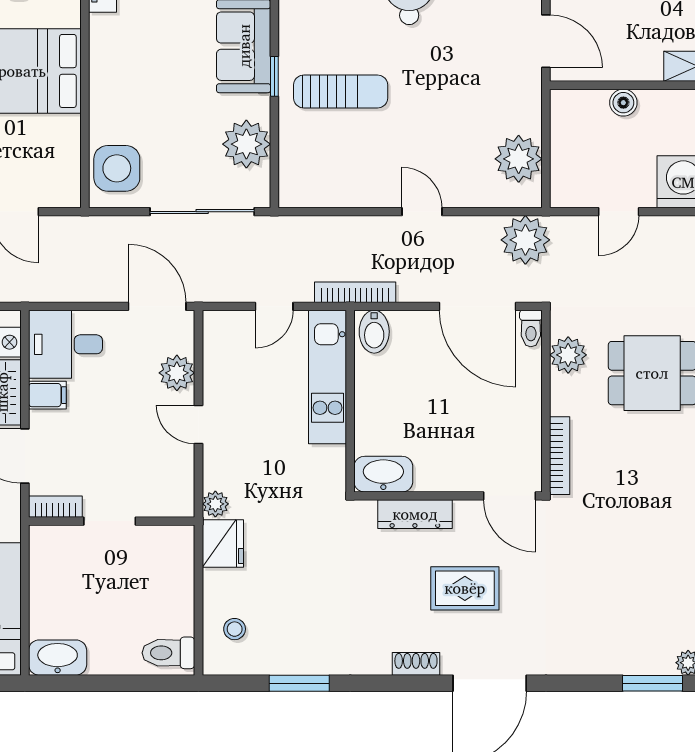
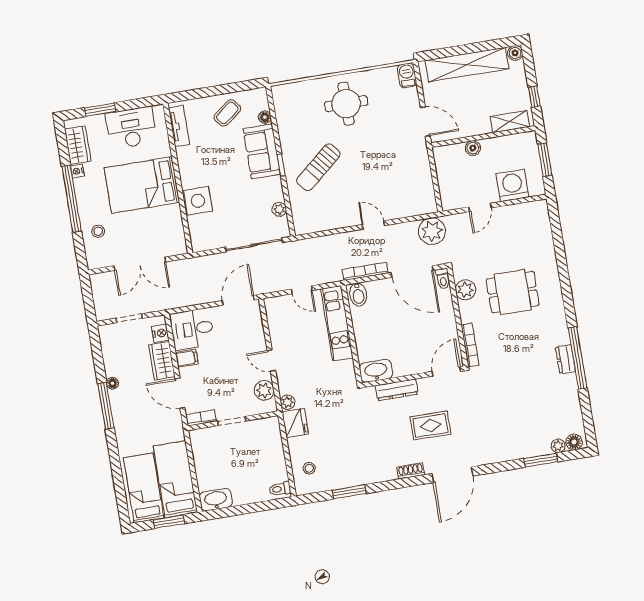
sun lounger: (341, 91) -> (318, 167), turned 140
plant: (246, 144) -> (279, 209), width x0.53, depth x0.53
plant: (519, 159) -> (421, 188), removed
side table: (117, 168) -> (198, 201), moved
bookcase: (355, 292) -> (365, 271), moved
door: (157, 306) -> (238, 300), hinge flipped
door: (274, 306) -> (302, 290), hinge flipped
plant: (177, 373) -> (264, 390), moved
door: (510, 496) -> (446, 371), swing flipped
toilet: (168, 653) -> (280, 489), width x0.73, depth x0.72

